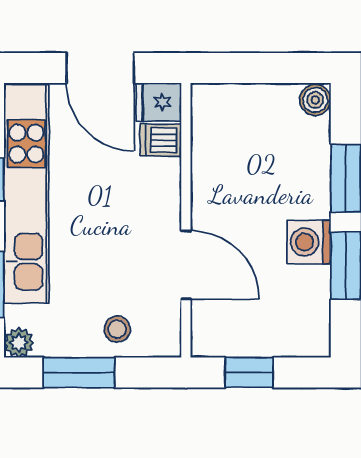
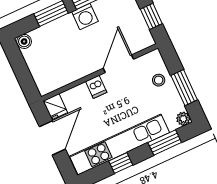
dishwasher: (161, 140) -> (96, 87), moved

